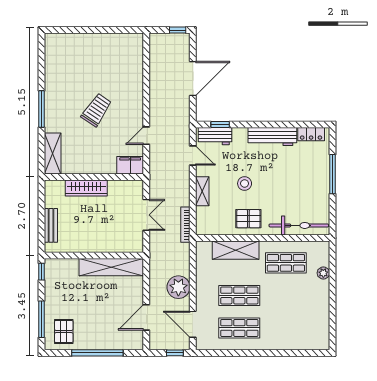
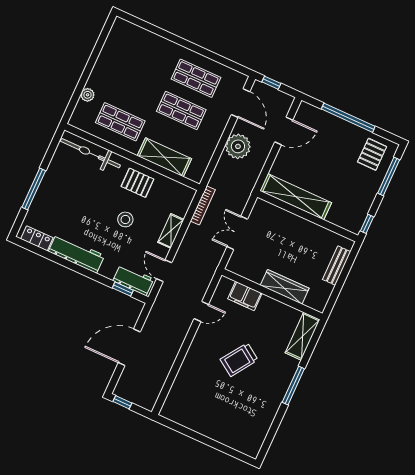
filing cabinet: (130, 165) -> (245, 296), moved

